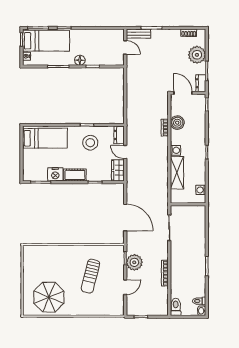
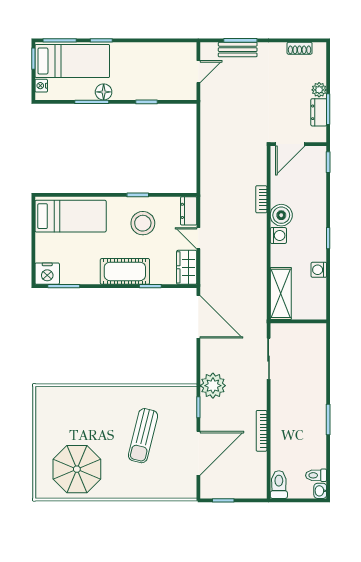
bench: (138, 34) -> (238, 50), moved
door: (125, 47) -> (198, 72), hinge flipped
plant: (197, 55) -> (319, 90), width x0.53, depth x0.53
floor lamp: (80, 60) -> (104, 92), moved
dresser: (201, 83) -> (319, 112), moved
door: (183, 93) -> (290, 144), swing flipped
boiler: (177, 123) -> (281, 215), moved
shelving: (177, 173) -> (281, 293), moved
nightstand: (55, 174) -> (47, 274), moved
cot: (75, 175) -> (125, 271), width x1.37, depth x1.34
washing machine: (201, 190) -> (319, 270), moved
door: (125, 218) -> (198, 317), moved
plant: (134, 262) -> (213, 386), moved
door: (125, 287) -> (198, 453), width x1.87

